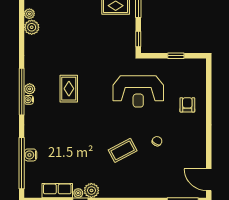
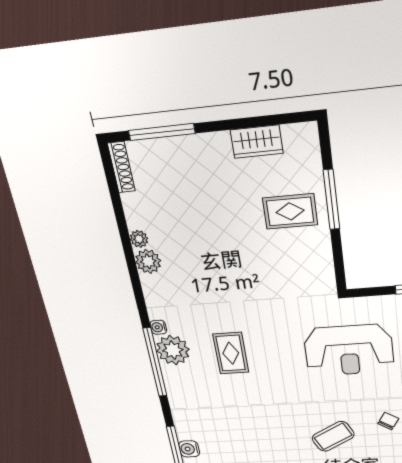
window: (138, 39) -> (339, 266), removed
plant: (30, 89) -> (173, 350), width x1.88, depth x1.88
water cooler: (29, 100) -> (158, 327), moved

